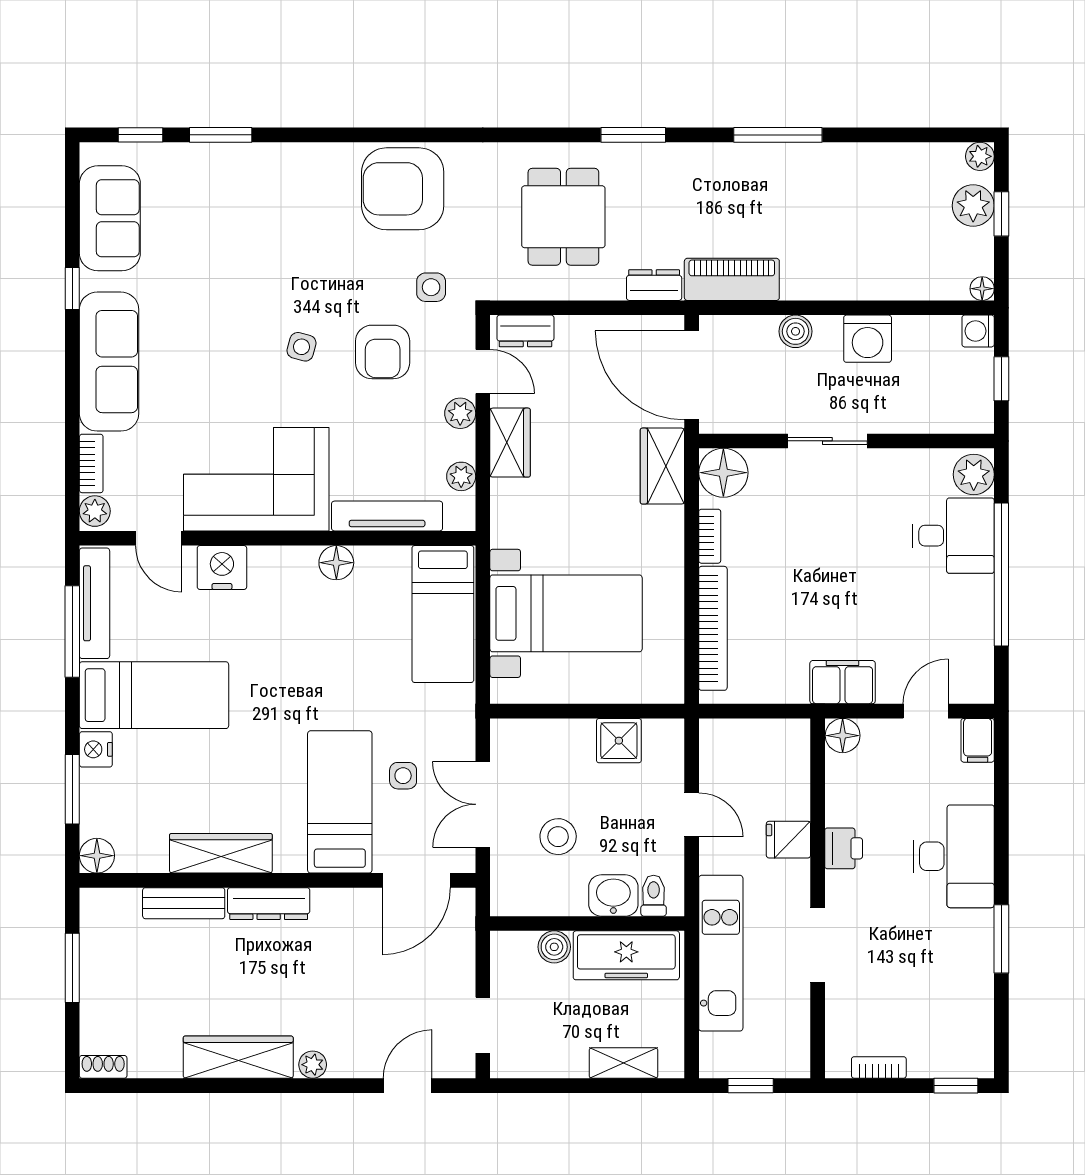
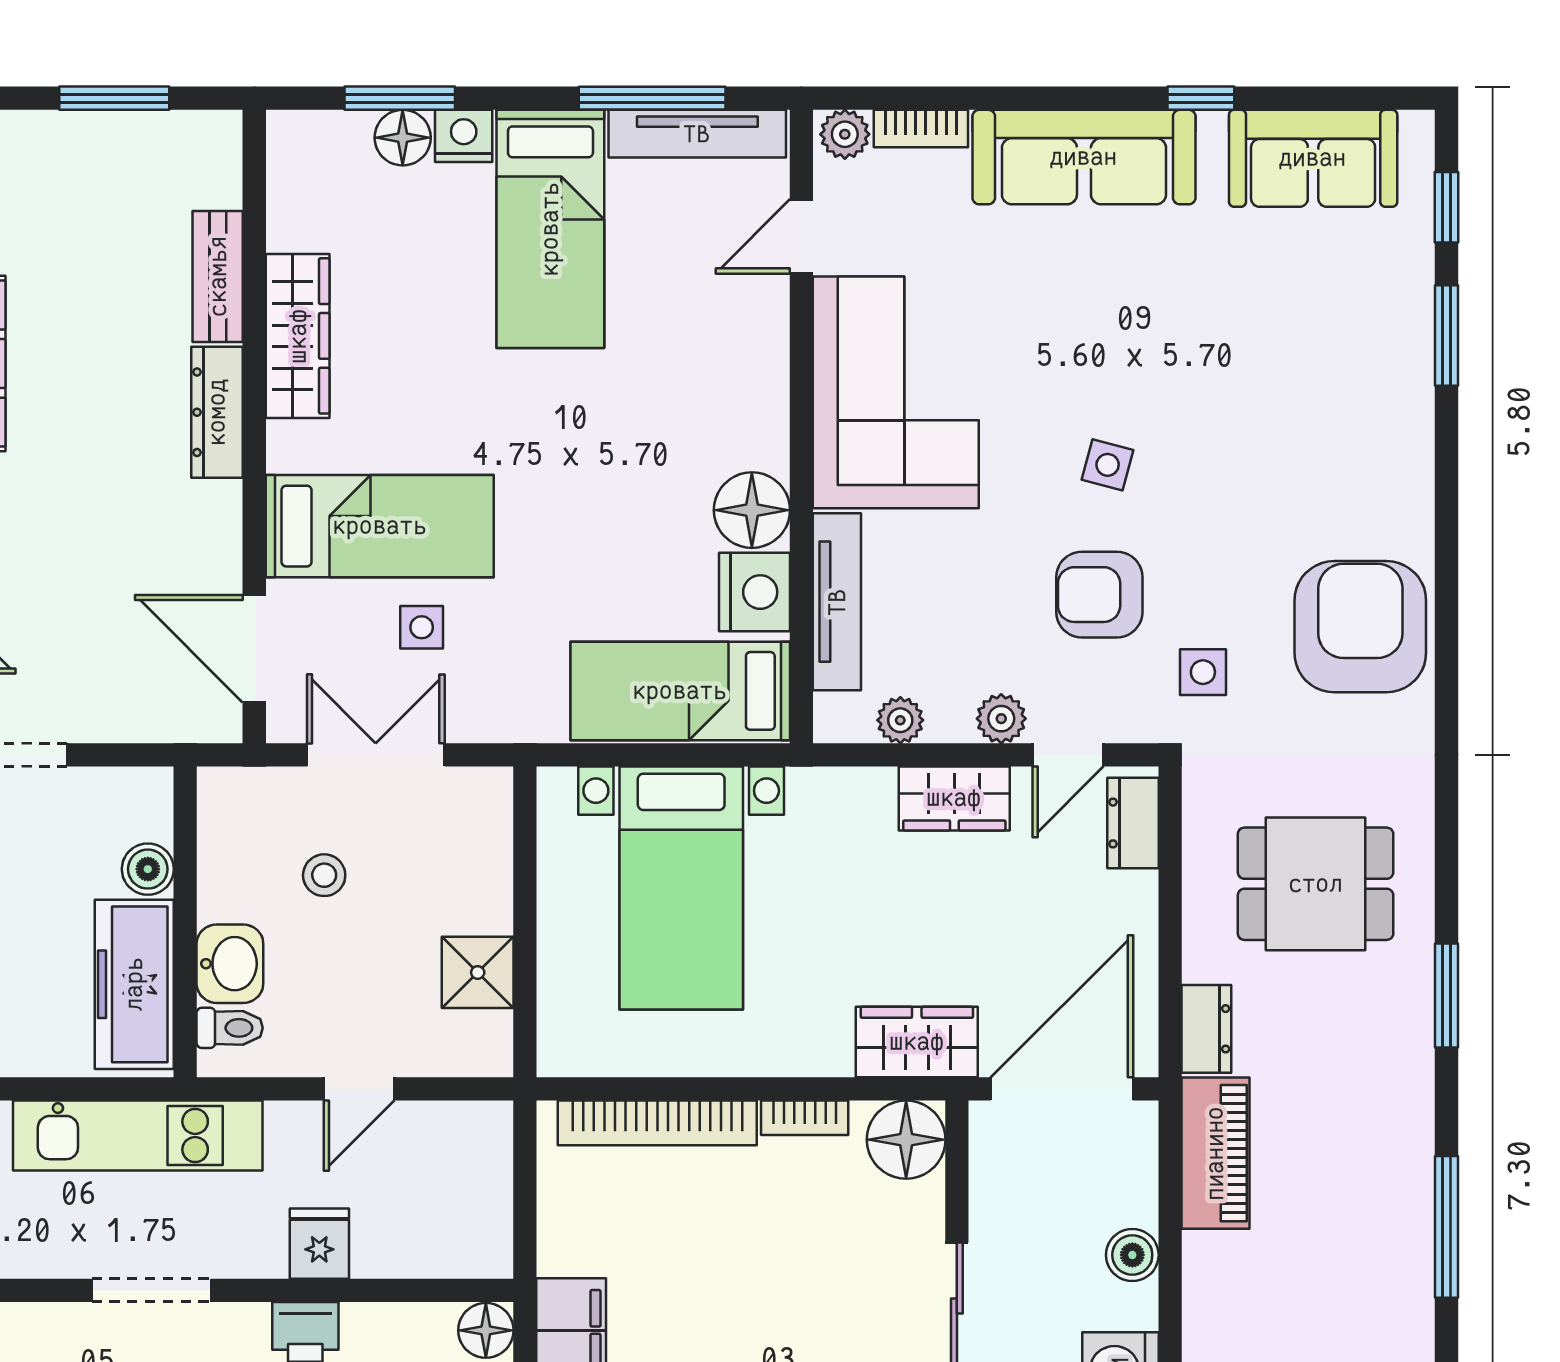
floor lamp: (336, 563) -> (752, 510), width x1.38, depth x1.38
nightstand: (222, 568) -> (755, 592), moved
stool: (558, 837) -> (324, 875), width x0.73, depth x0.73
floor lamp: (97, 856) -> (403, 138), moved

